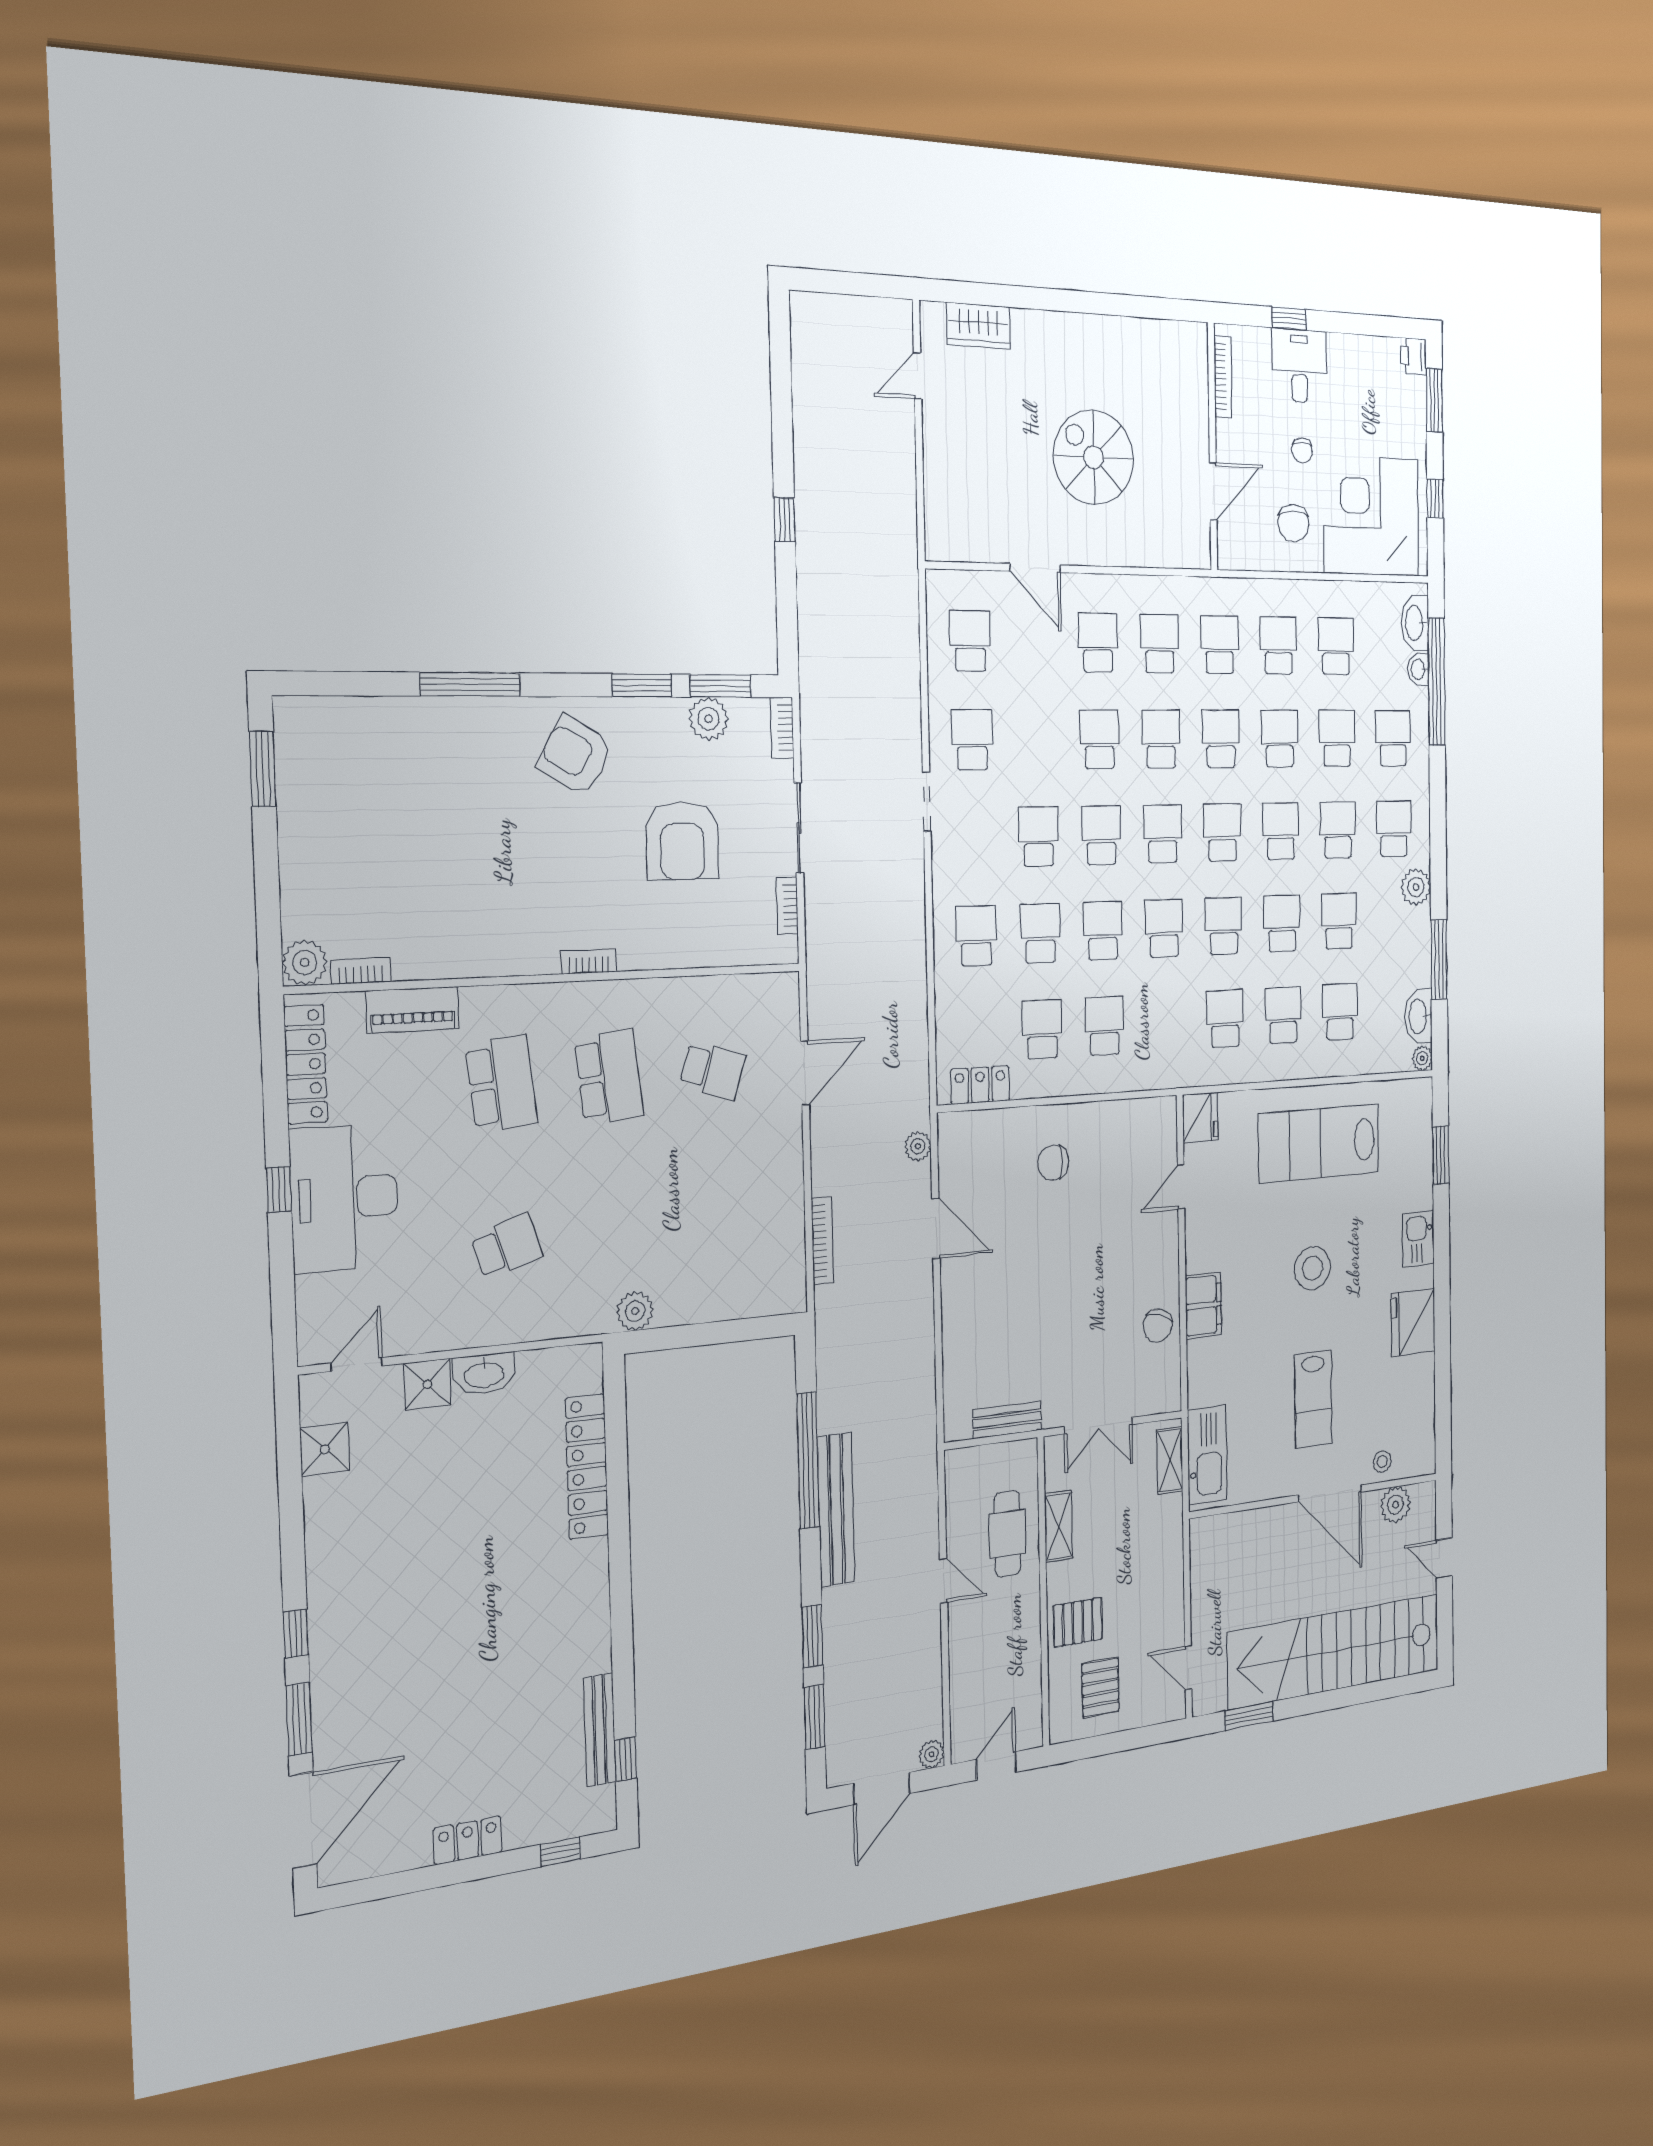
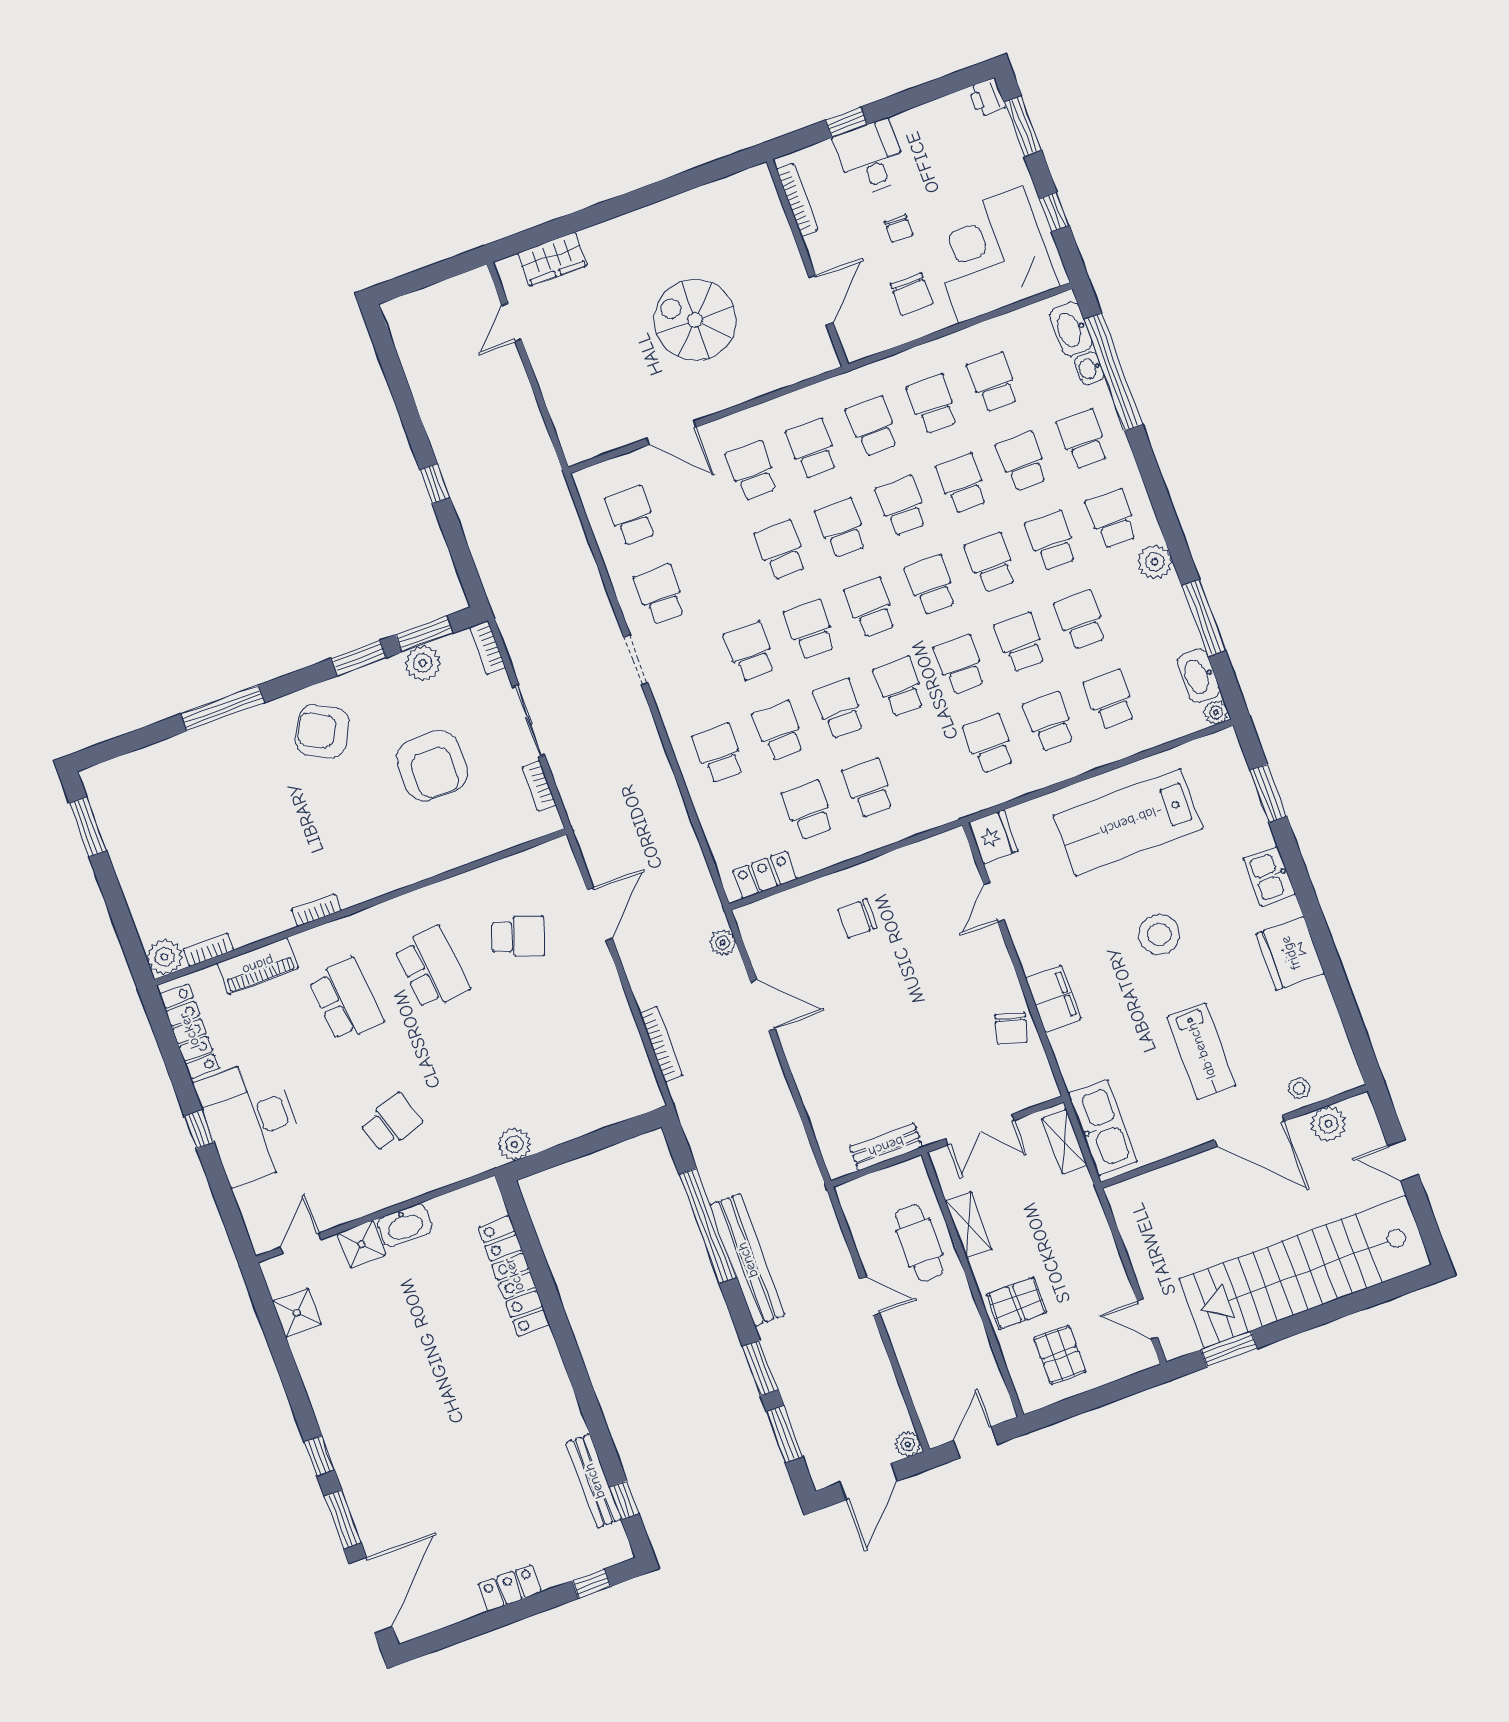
bookcase: (589, 961) -> (316, 910), moved

